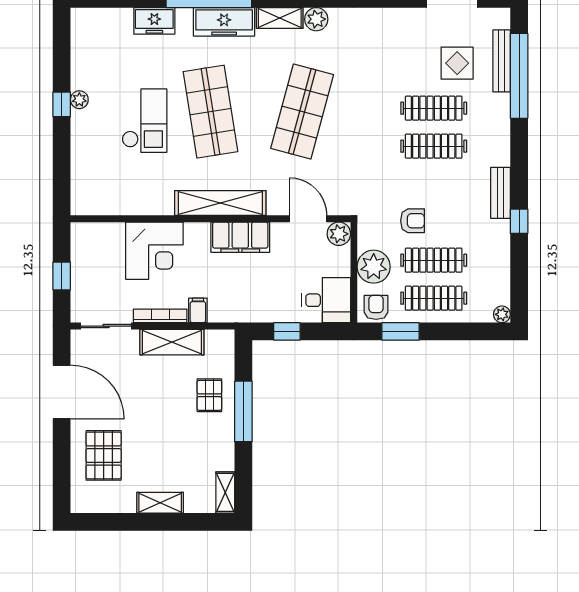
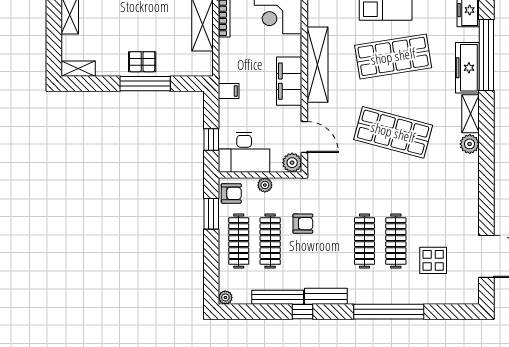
bench: (502, 61) -> (278, 297), moved
window: (519, 76) -> (389, 312), moved
door: (308, 219) -> (304, 137), hinge flipped
armchair: (413, 221) -> (303, 224), turned -90
plant: (374, 267) -> (265, 185), width x0.53, depth x0.53
desk: (326, 300) -> (244, 152), width x1.37
filing cabinet: (198, 310) -> (229, 91), moved
window: (287, 331) -> (211, 139), moved
pallet: (209, 395) -> (142, 62), moved

